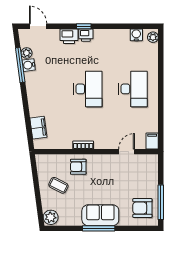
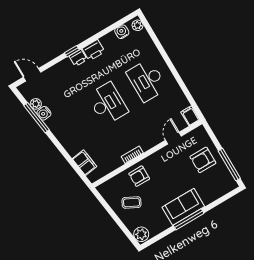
printer: (69, 36) -> (93, 50), moved
desk: (133, 89) -> (147, 80), turned 180
armchair: (142, 208) -> (203, 160), moved

